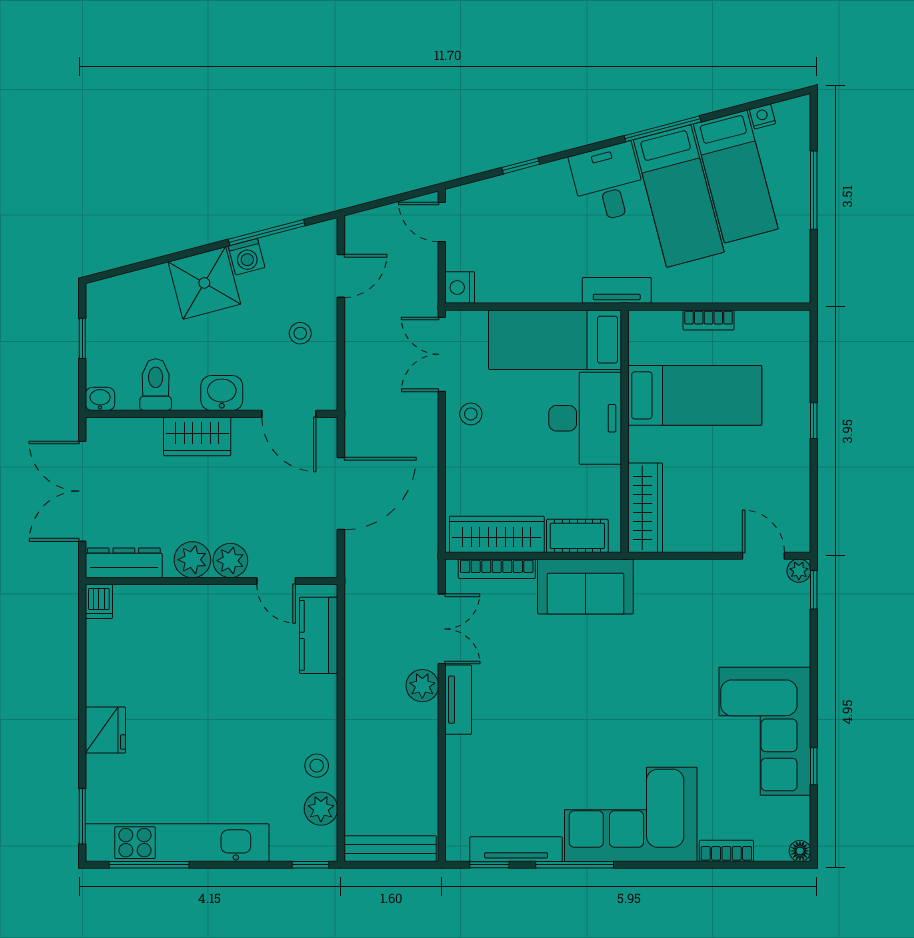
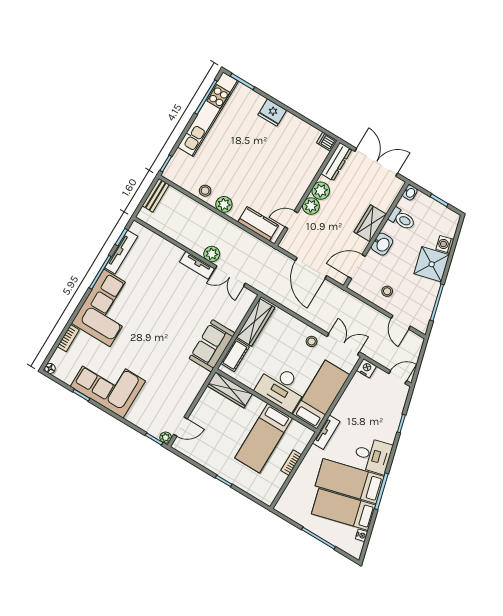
washing machine: (247, 257) -> (445, 244), moved
bookcase: (497, 569) -> (241, 314), removed
plant: (321, 809) -> (224, 204), moved
bench: (390, 849) -> (156, 195), width x0.73

